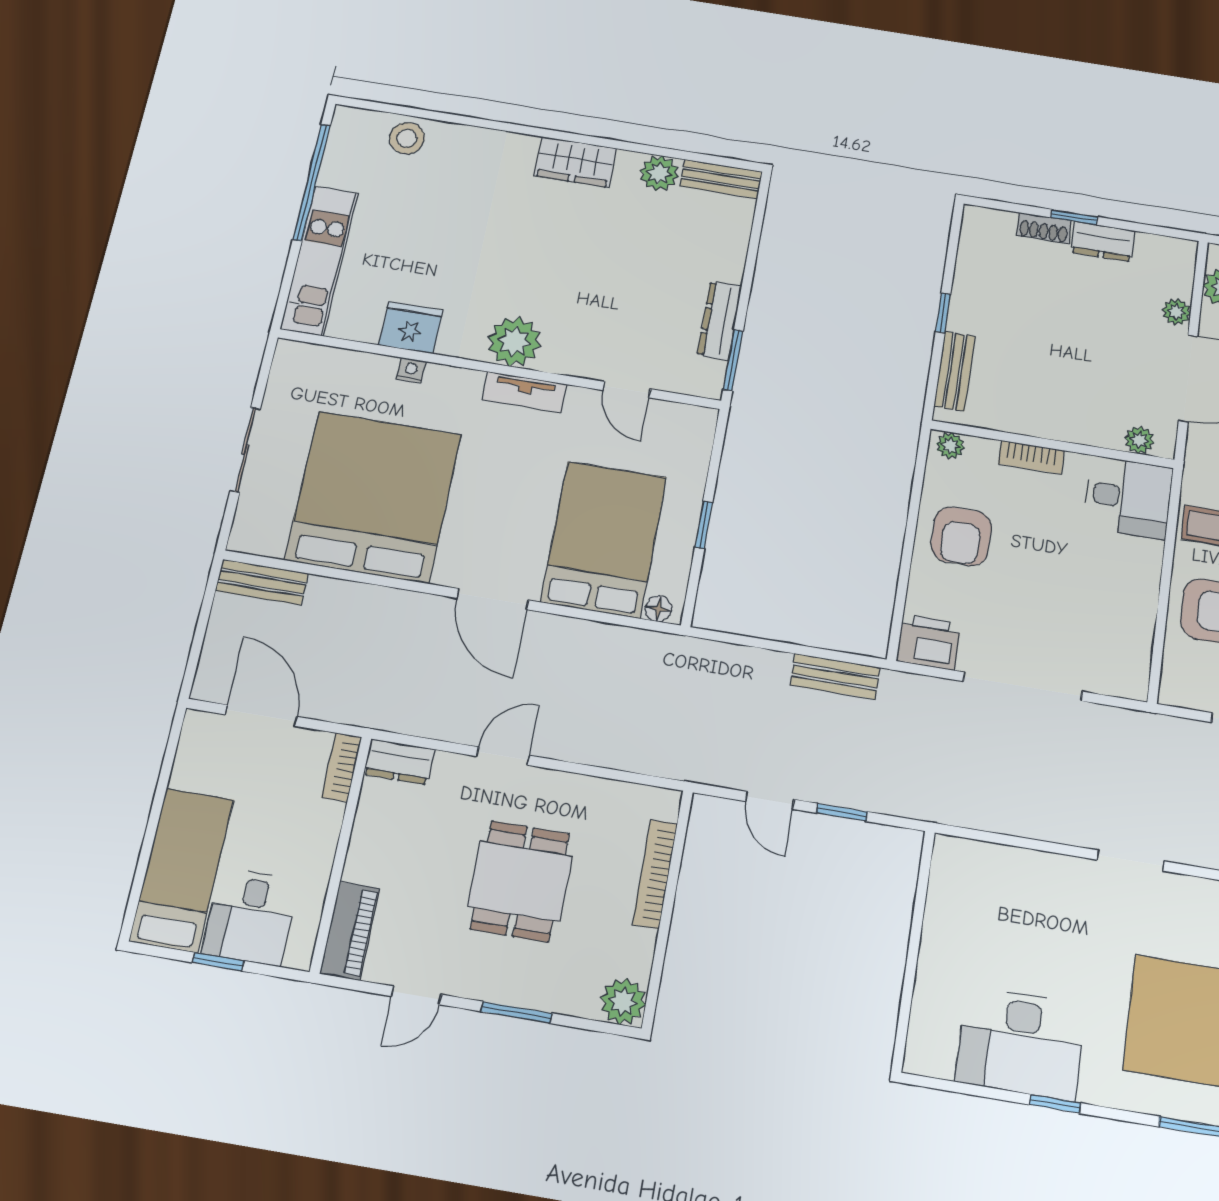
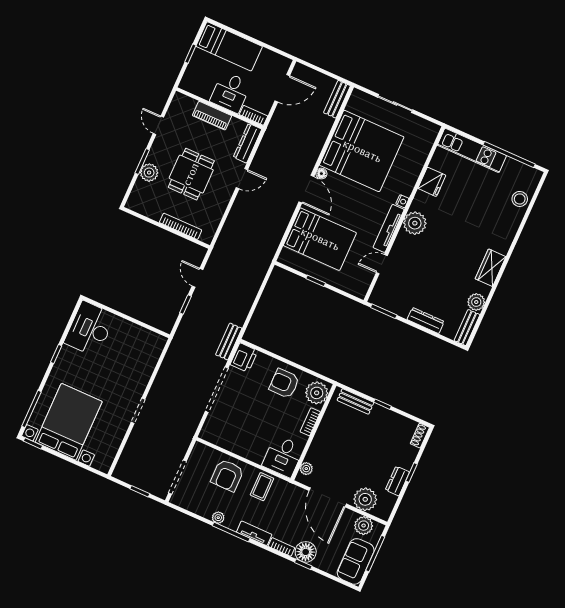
shoe rack: (1044, 228) -> (420, 436), moved
plant: (1177, 312) -> (365, 499), width x1.88, depth x1.88
dresser: (720, 321) -> (426, 320), moved
nightstand: (411, 370) -> (402, 201), moved
tv unit: (524, 392) -> (389, 228), width x1.41
plant: (950, 446) -> (317, 393), width x1.87, depth x1.87
door: (493, 599) -> (306, 189), swing flipped
floor lamp: (658, 609) -> (321, 174), moved
bench: (835, 676) -> (229, 342), moved
door: (503, 756) -> (242, 179), hinge flipped
dresser: (399, 762) -> (248, 143), width x1.44
door: (770, 800) -> (197, 278), hinge flipped
dining table: (520, 881) -> (191, 174), turned 90
desk: (250, 917) -> (231, 92), moved, turned -90
piano: (350, 931) -> (212, 116), moved
plant: (623, 1001) -> (149, 173), moved
desk: (1021, 1043) -> (90, 329), moved

